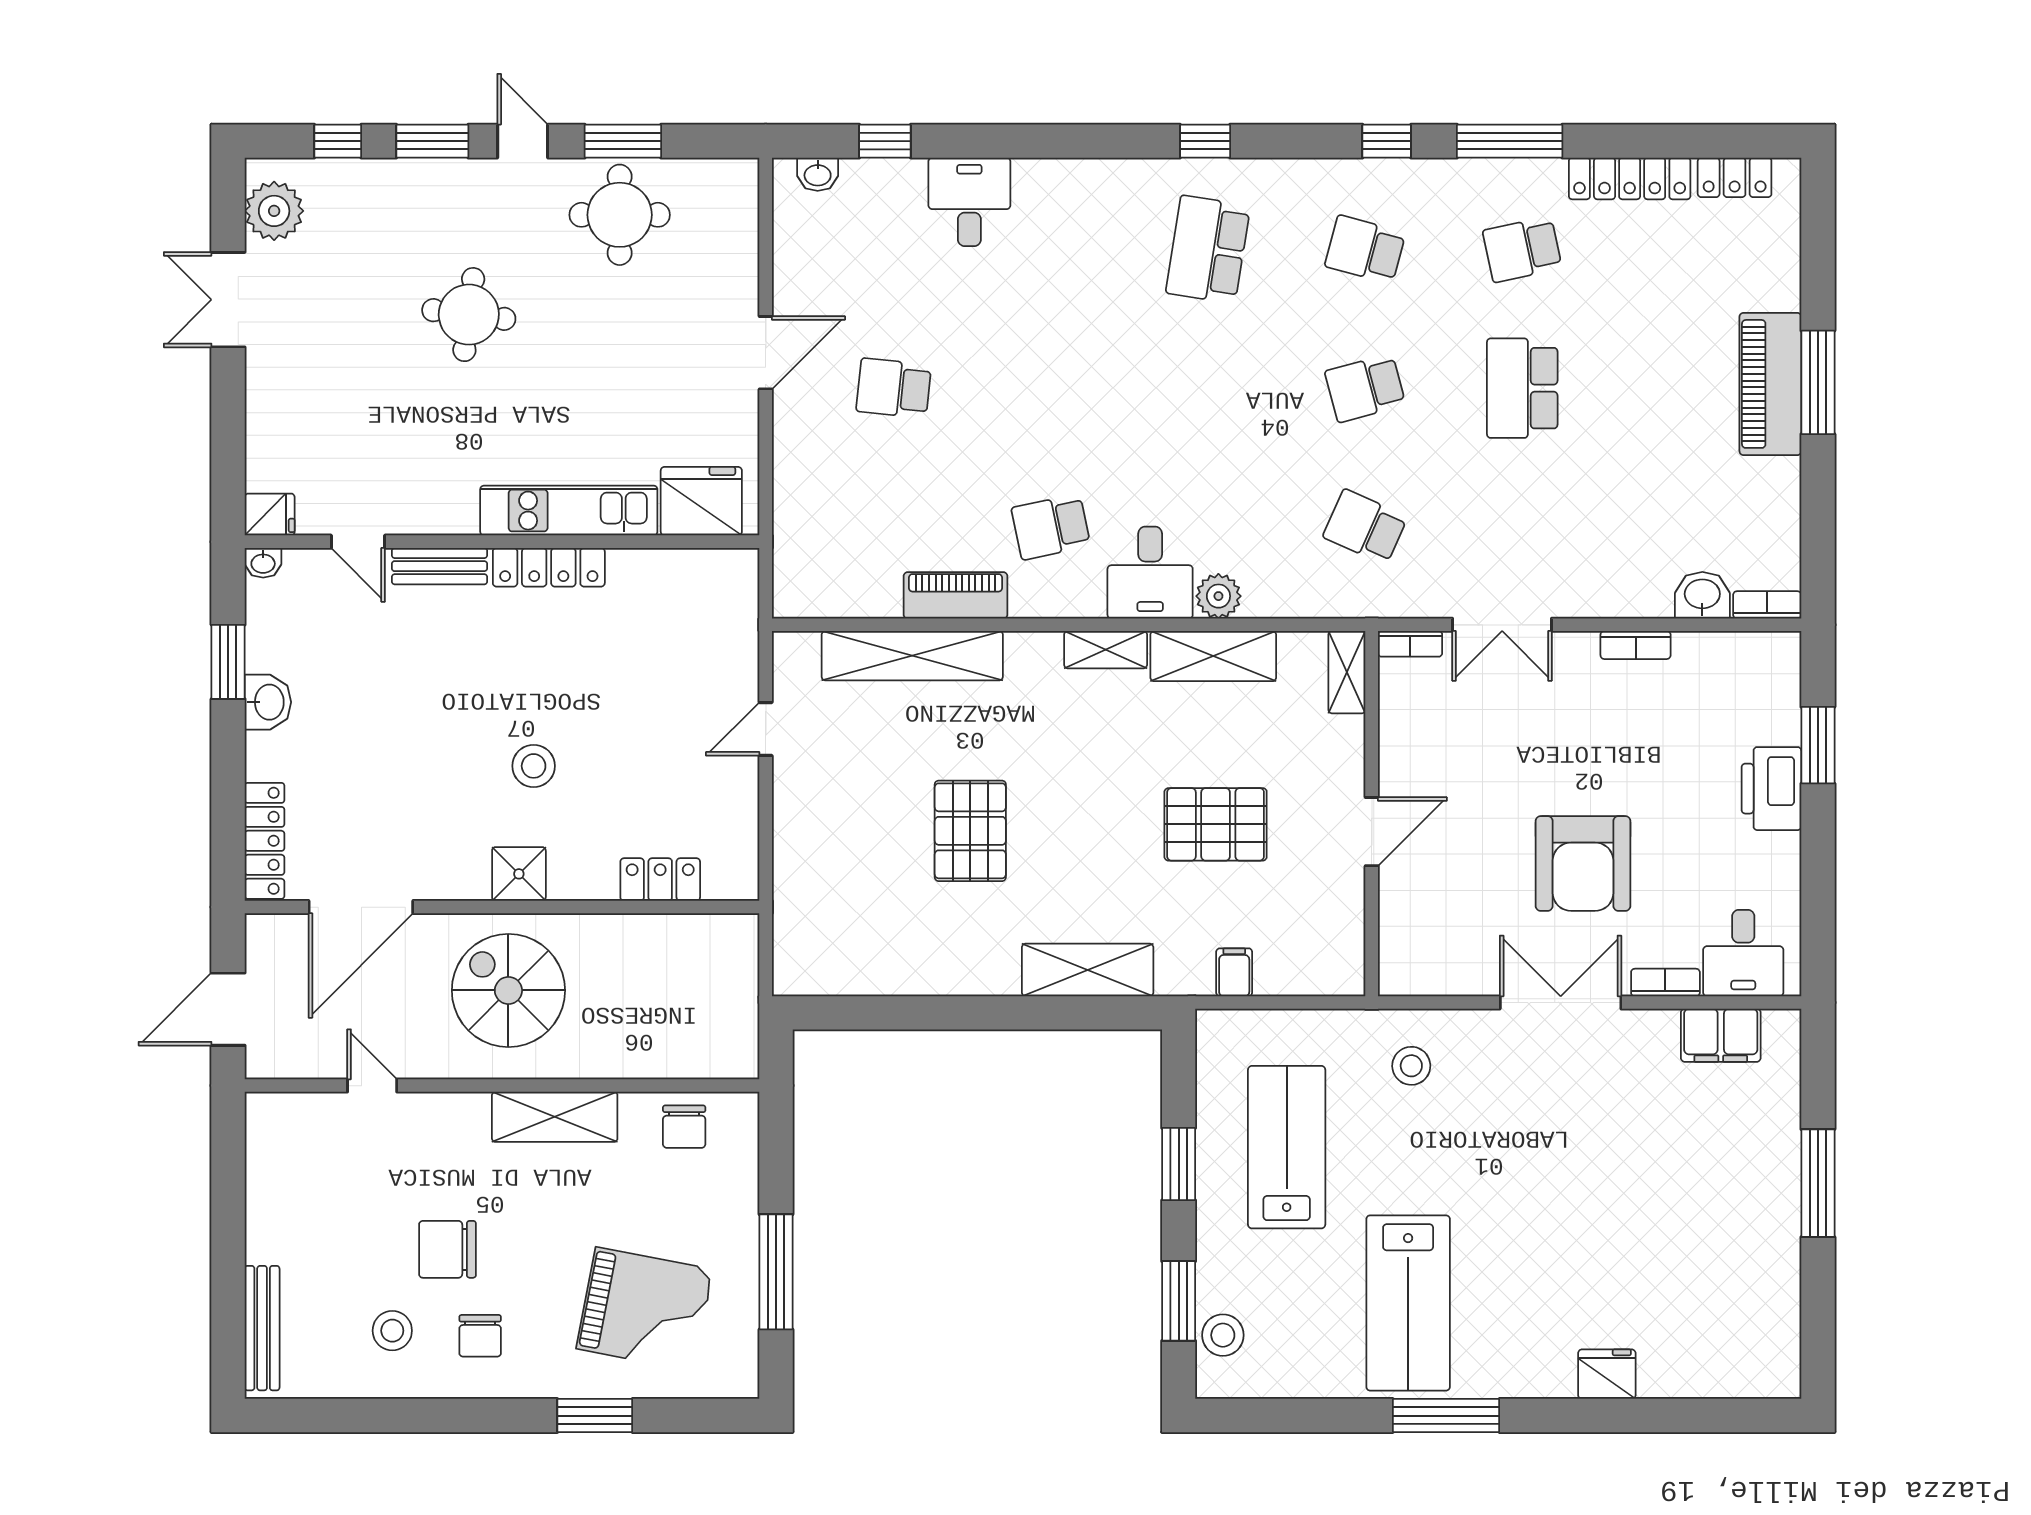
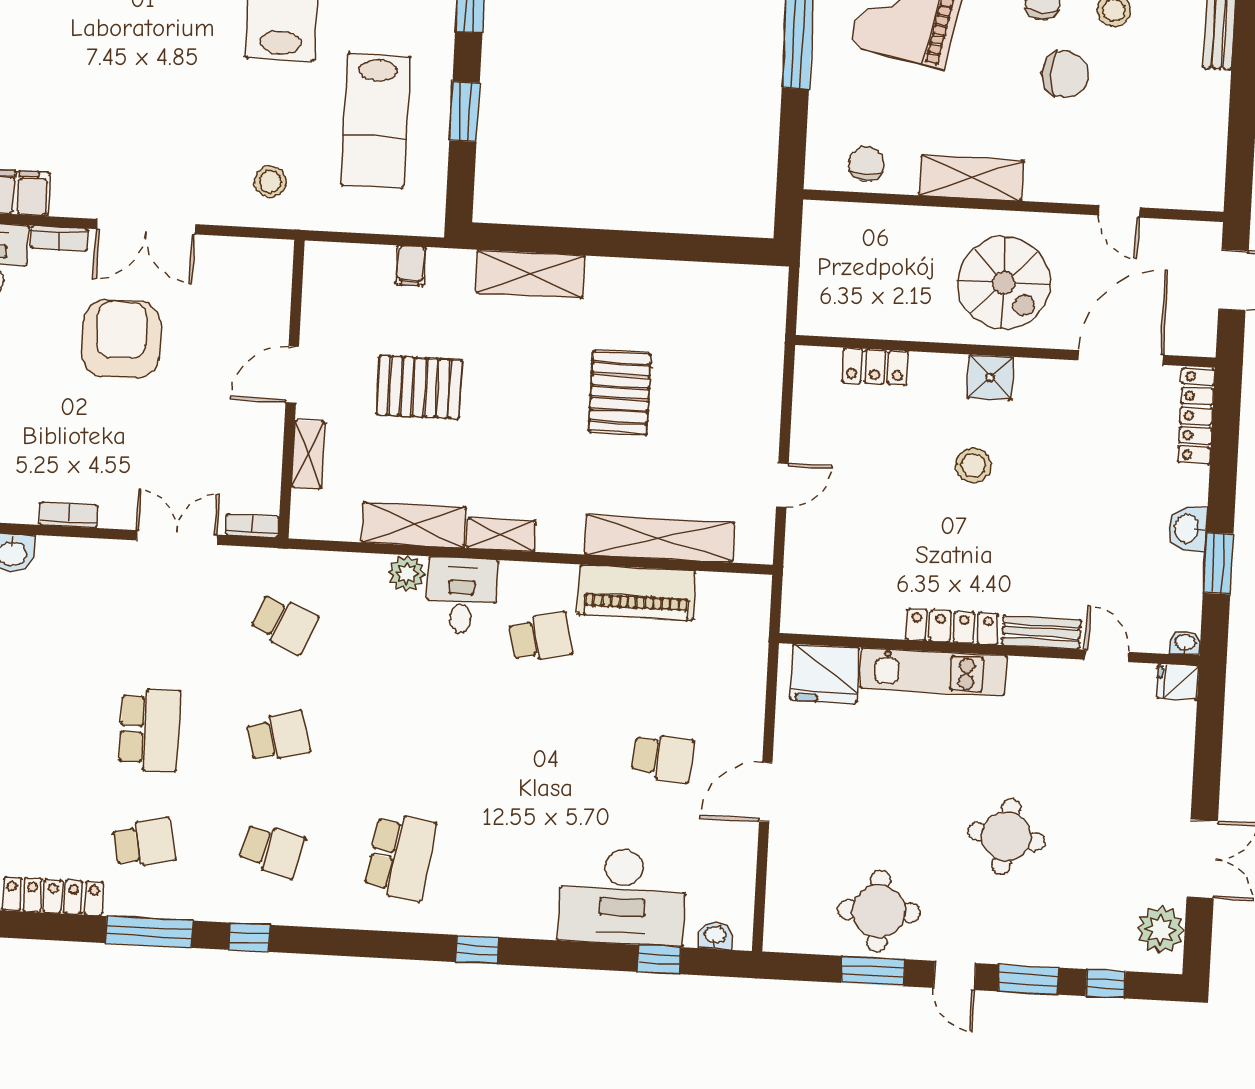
window: (1205, 141) -> (477, 950), moved
desk: (969, 202) -> (623, 897), width x1.87, depth x1.30
piano: (956, 595) -> (637, 593), width x1.37, depth x1.33
shelving: (1347, 672) -> (308, 455), moved

